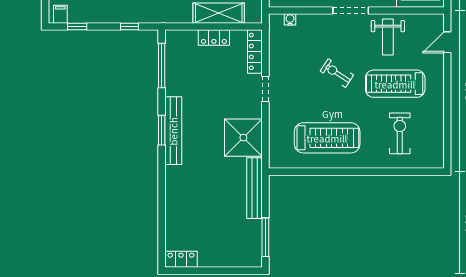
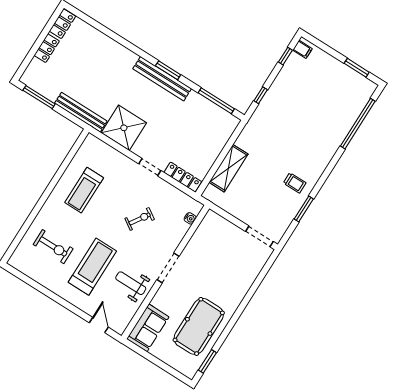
locker: (214, 38) -> (47, 48), moved, turned 180
exercise bike: (337, 73) -> (140, 219), moved
treadmill: (327, 138) -> (84, 190), width x0.73, depth x0.73

